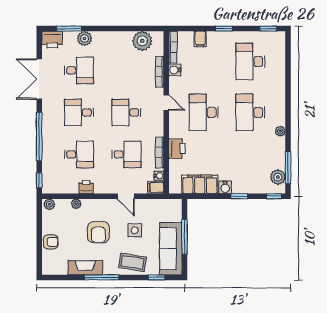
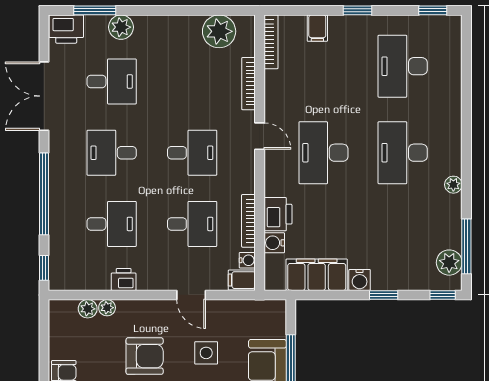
water cooler: (175, 70) -> (274, 243), moved
desk: (126, 112) -> (192, 153), turned 180
plant: (49, 204) -> (88, 309), moved
armchair: (98, 232) -> (145, 356), turned -90

